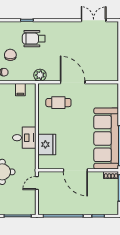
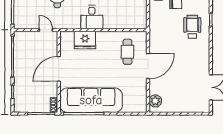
plant: (40, 75) -> (155, 101), moved
filing cabinet: (20, 90) -> (141, 13), removed

